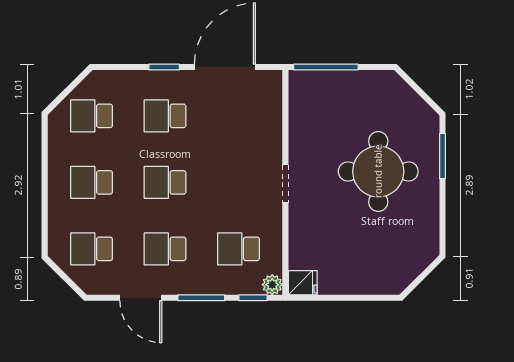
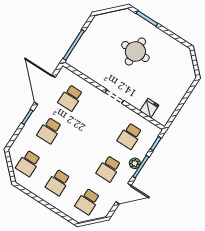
round table: (378, 171) -> (135, 52), width x0.73, depth x0.73
school desk: (165, 182) -> (70, 98), moved
fridge: (303, 283) -> (149, 108), moved
plant: (272, 285) -> (135, 163), moved

